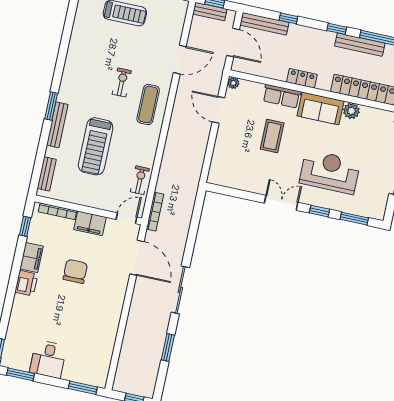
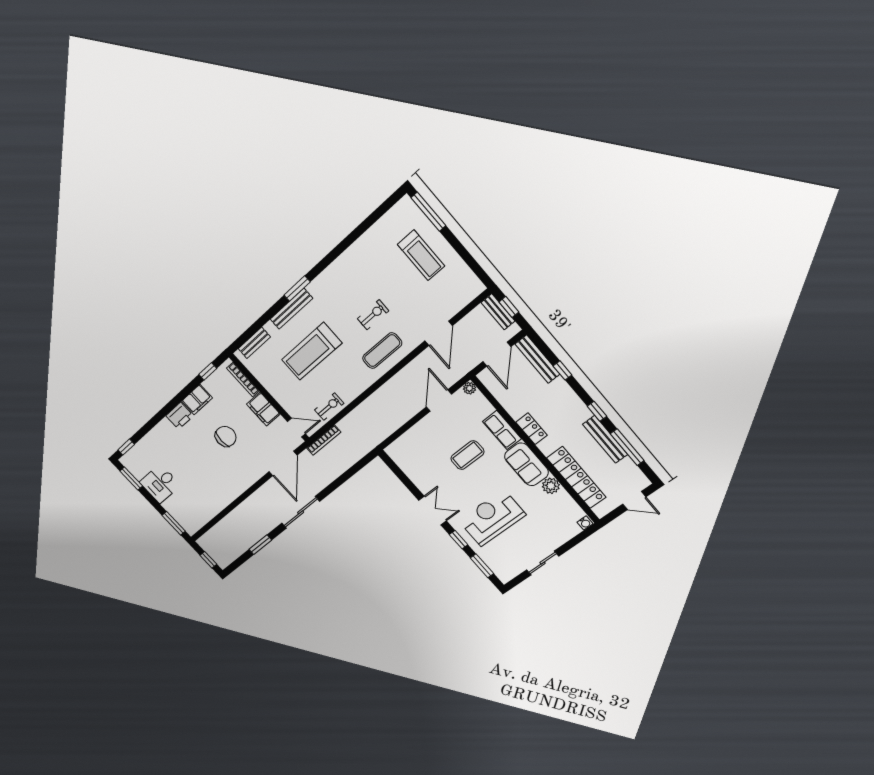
door: (180, 60) -> (439, 333), hinge flipped
reception desk: (330, 172) -> (492, 518), turned -90

